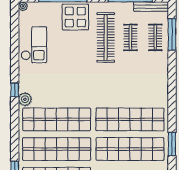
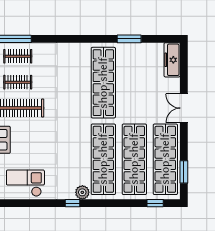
shop shelf: (130, 149) -> (134, 83), removed

